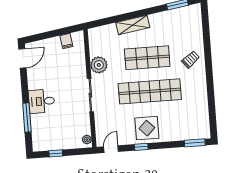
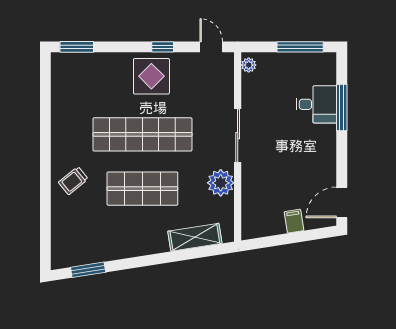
shelving: (133, 25) -> (195, 237), moved
filing cabinet: (66, 41) -> (294, 221), moved
desk: (42, 101) -> (316, 104), moved
door: (111, 149) -> (211, 47), swing flipped
window: (56, 153) -> (300, 47), width x2.17

